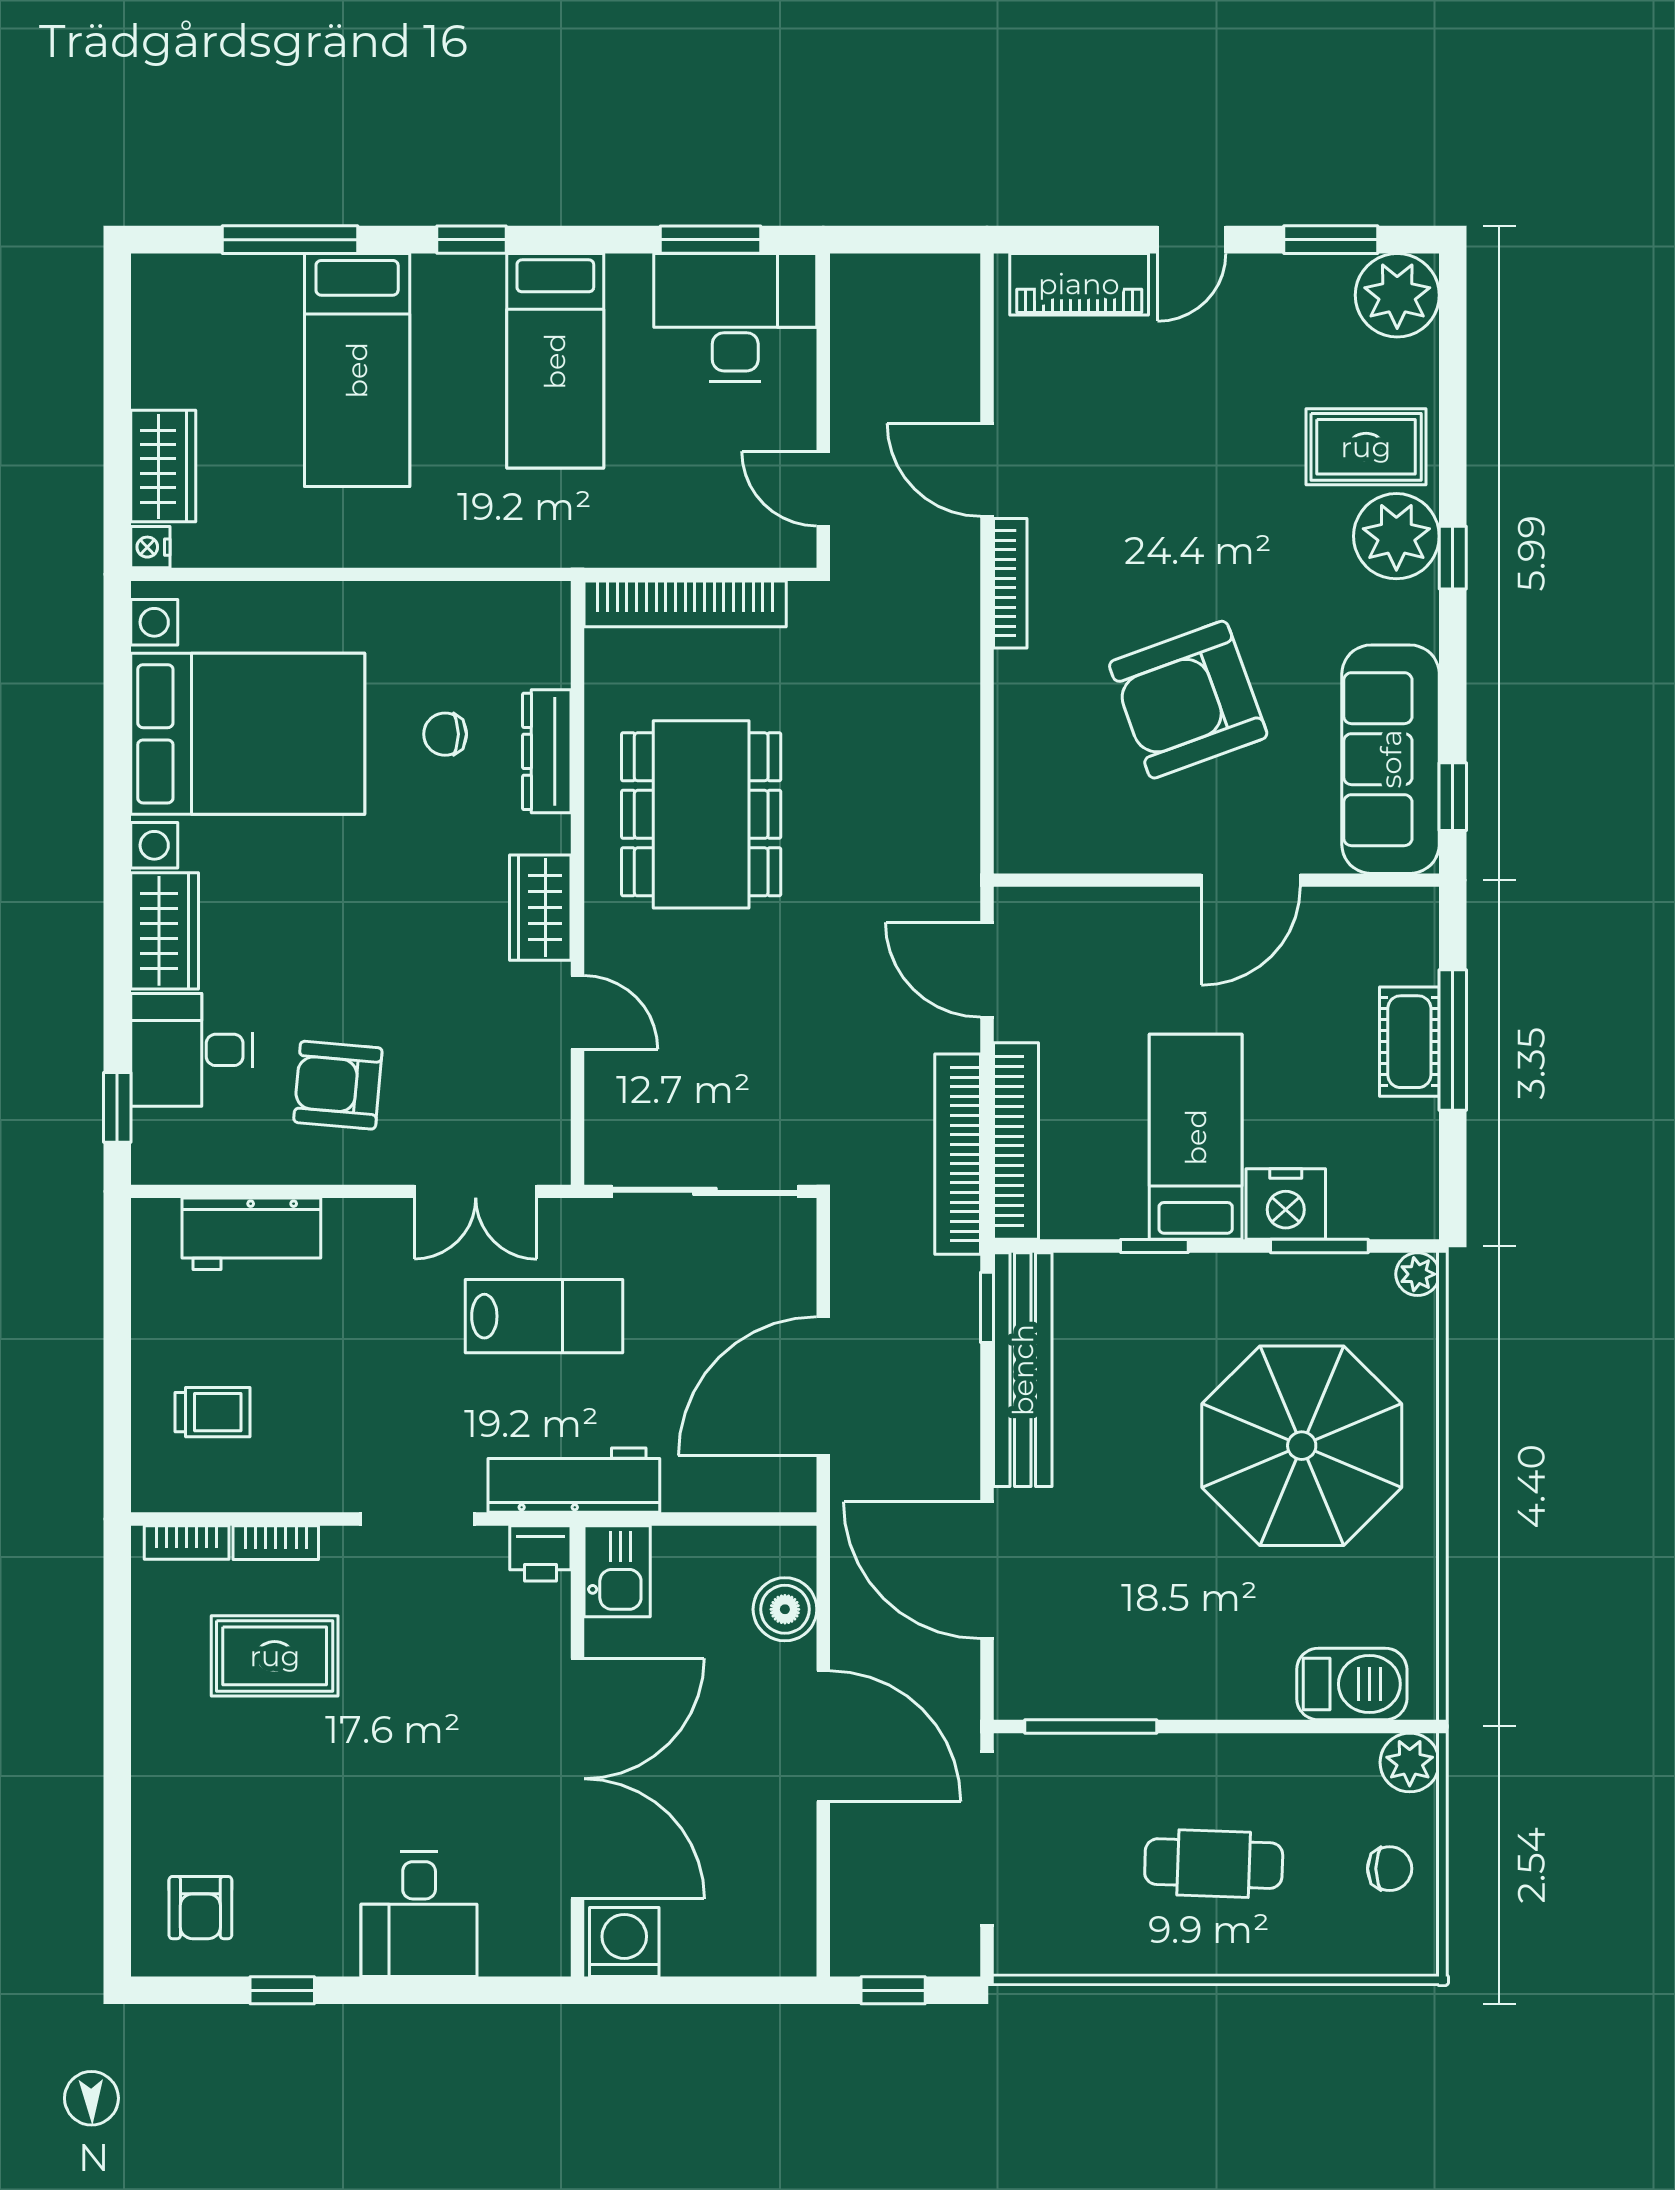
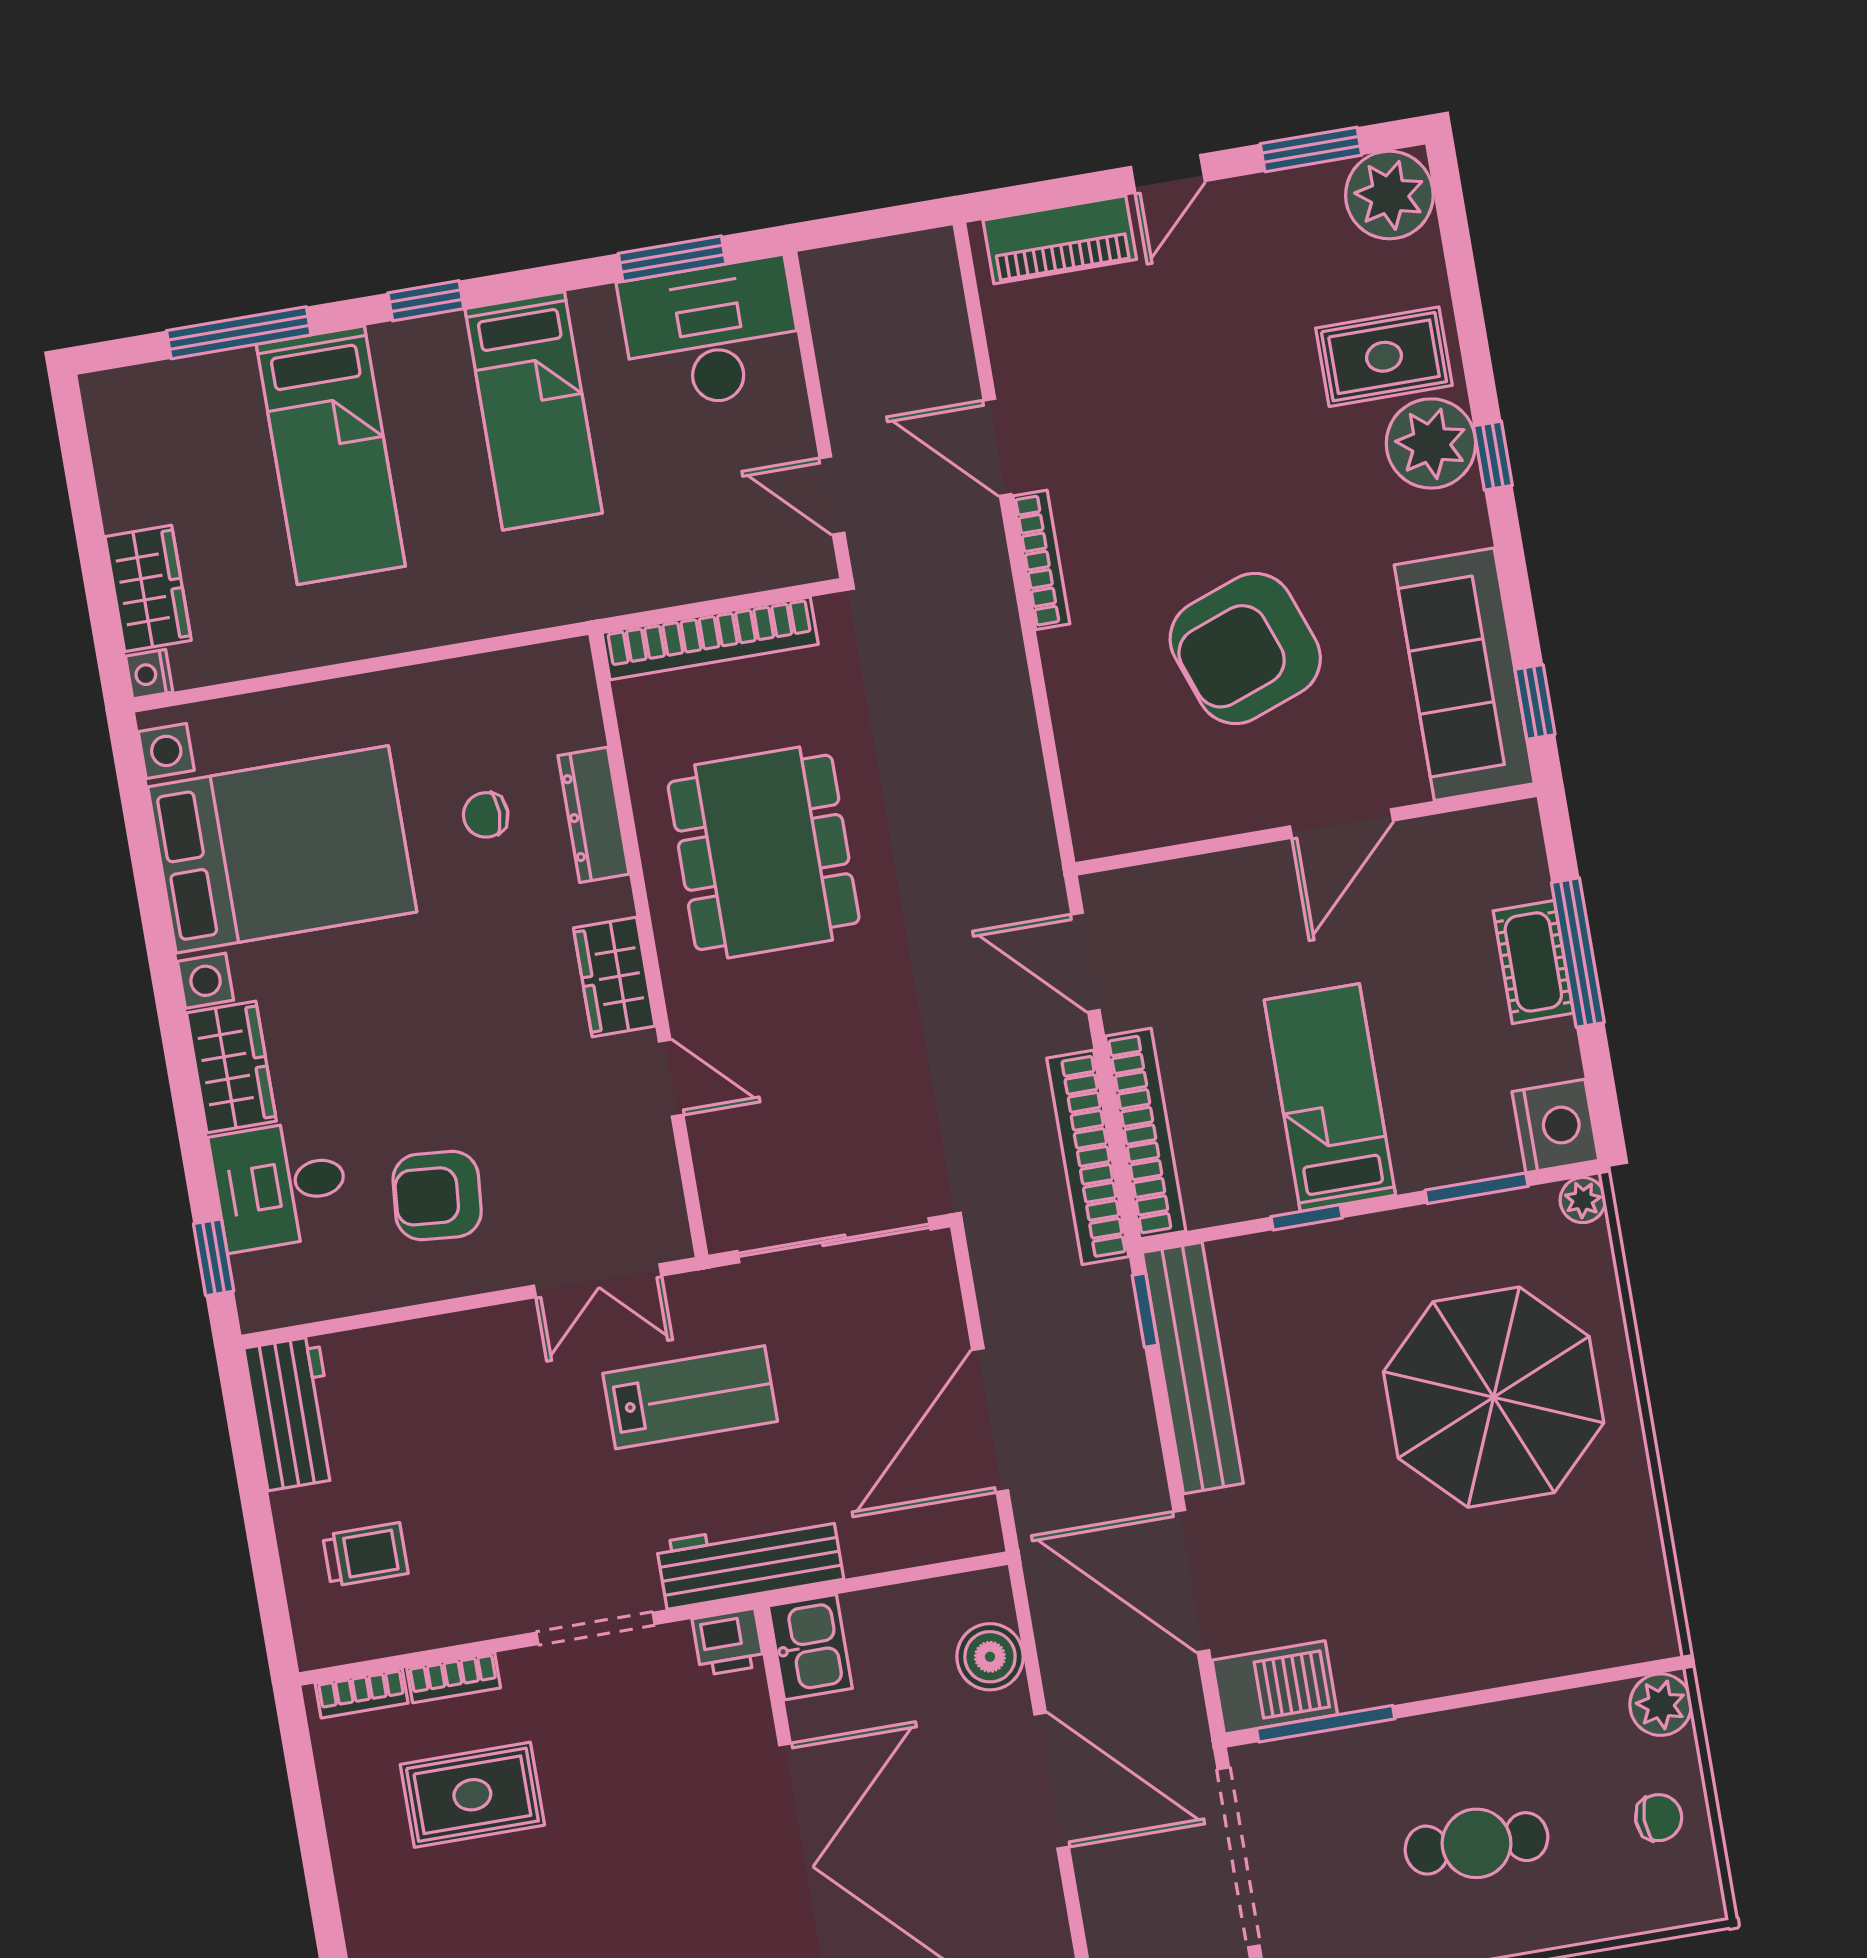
nightstand: (1286, 1204) -> (1555, 1126), moved, turned -90
workbench: (251, 1234) -> (293, 1413), moved, turned -90
barbecue: (1352, 1684) -> (1275, 1687), moved

